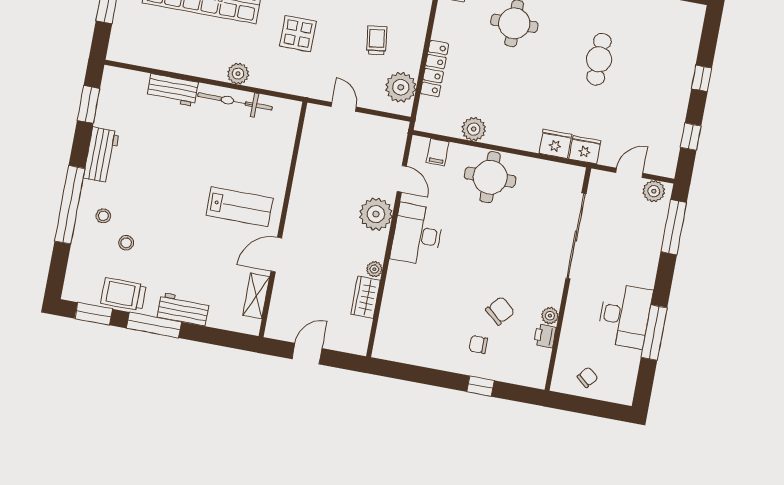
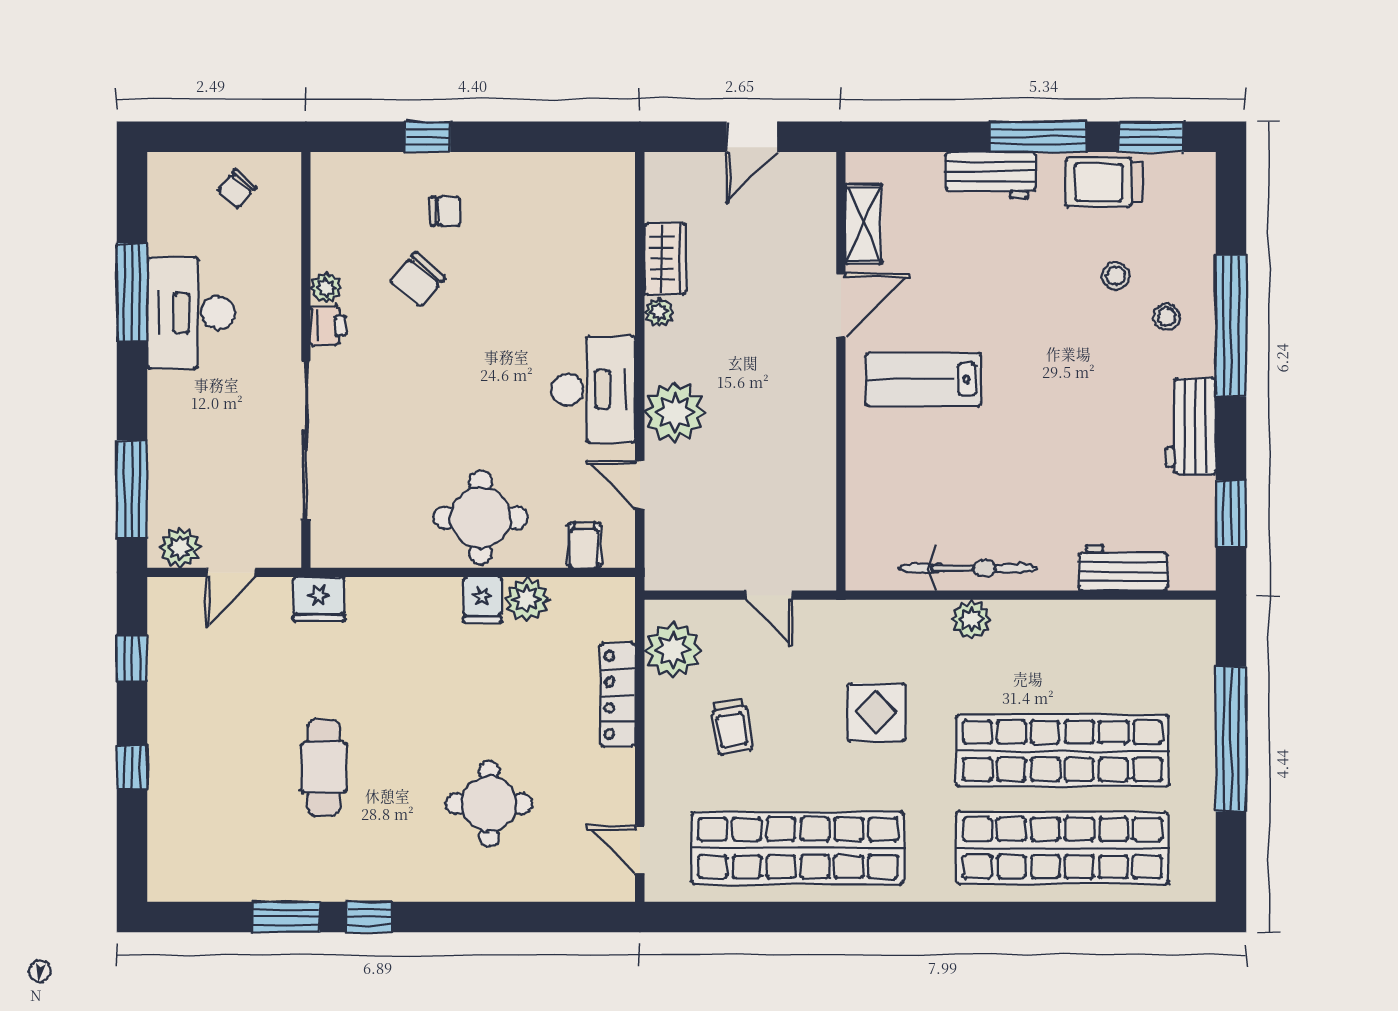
workbench: (172, 90) -> (1123, 568), moved
fridge: (555, 144) -> (482, 600), moved, width x0.72
trolley: (123, 294) -> (1104, 182), turned 180
printer: (545, 336) -> (328, 326), moved

